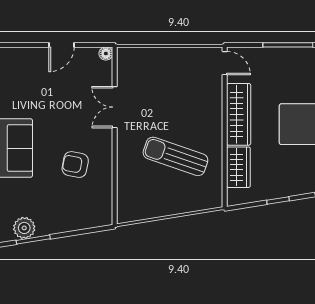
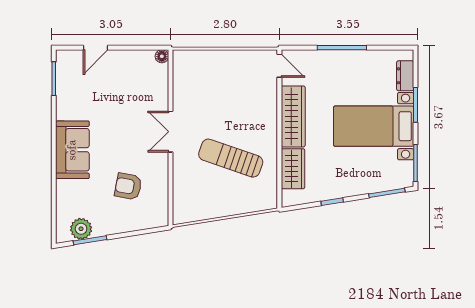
door: (61, 45) -> (96, 48), moved
double door: (115, 107) -> (170, 132), moved
armchair: (75, 165) -> (128, 186), moved

